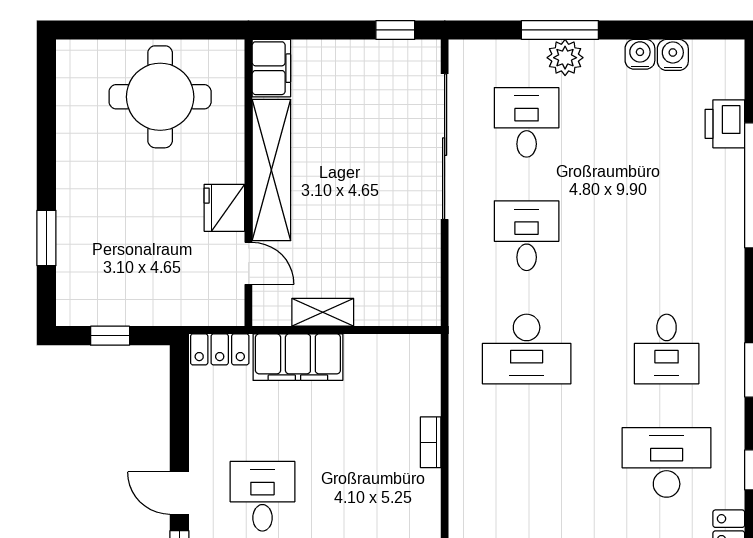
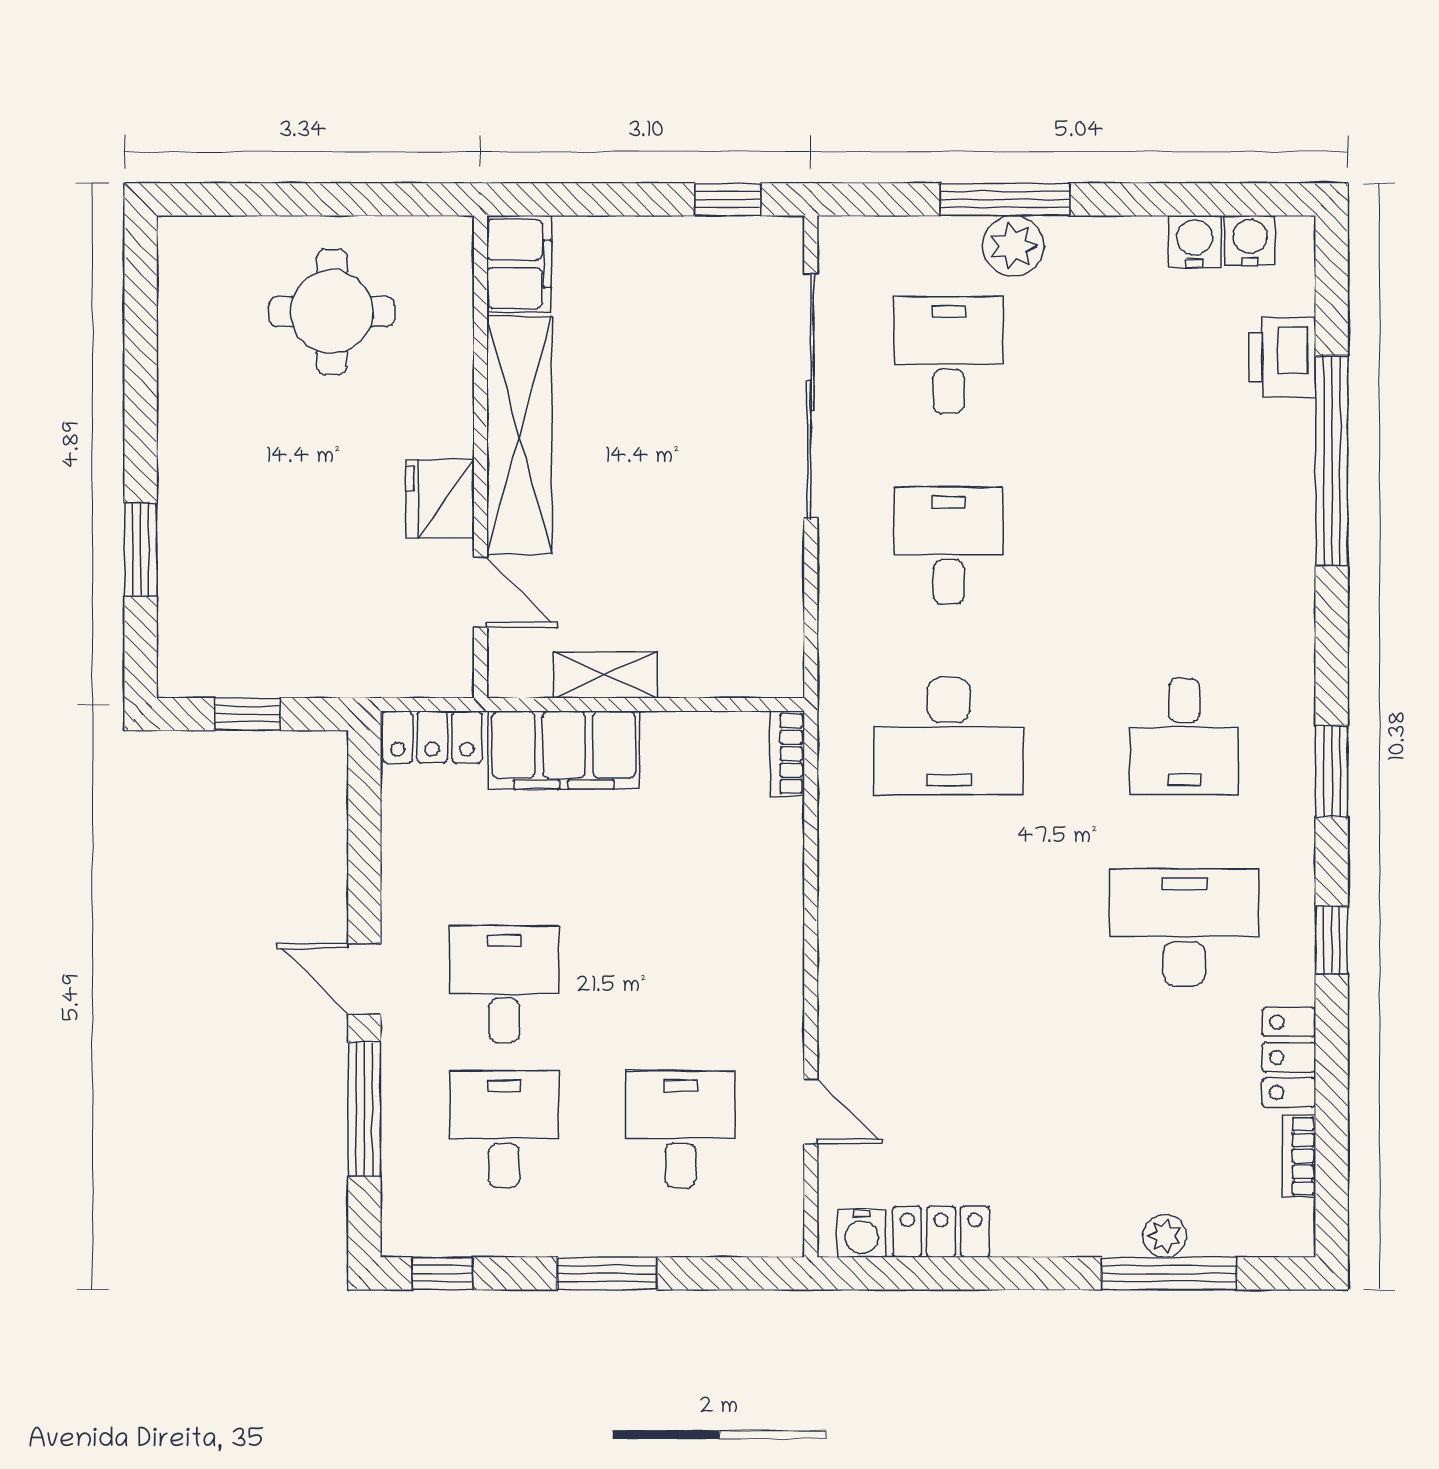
water cooler: (640, 54) -> (1250, 240), moved
round table: (160, 97) -> (332, 312), width x0.73, depth x0.73
bookcase: (431, 442) -> (787, 754), moved

